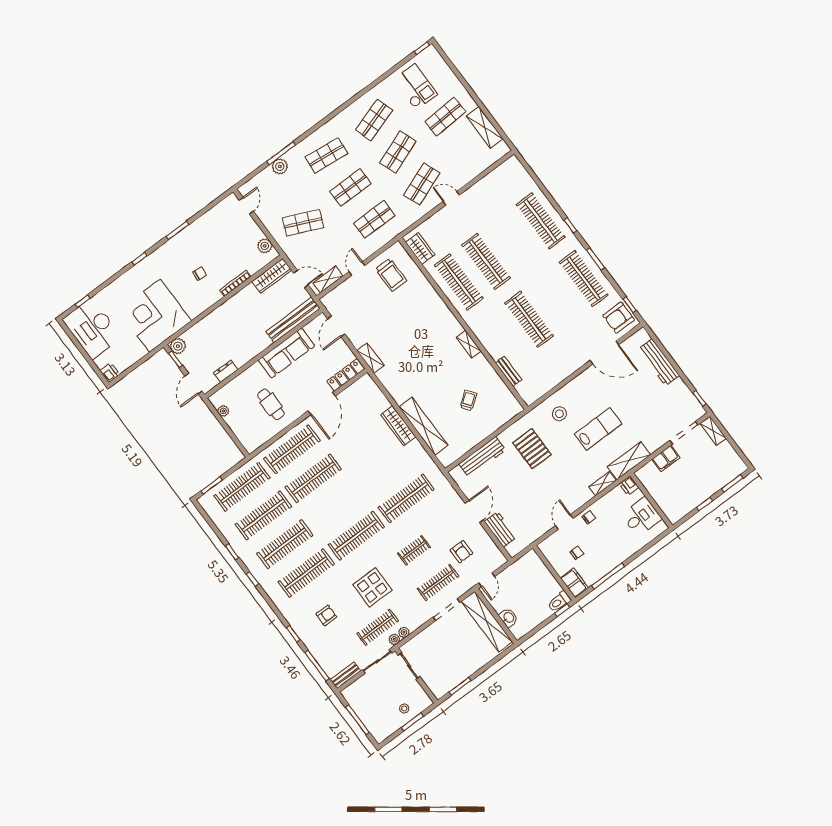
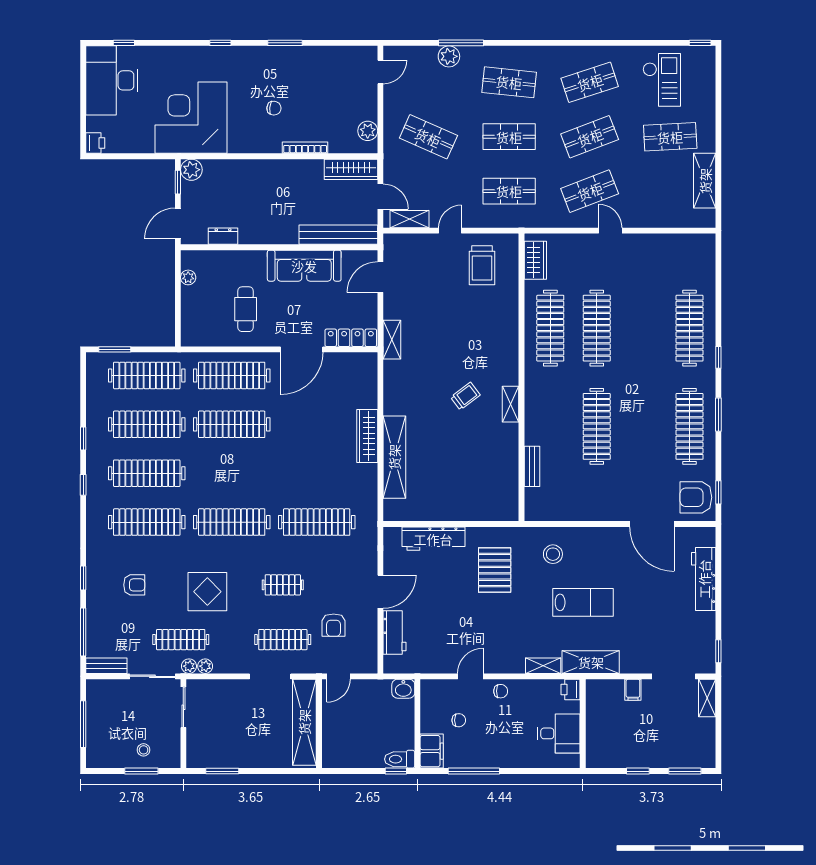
trolley: (468, 400) -> (465, 396), moved
filing cabinet: (666, 458) -> (633, 690), width x0.50
washbasin: (508, 618) -> (403, 689), moved, turned 90

